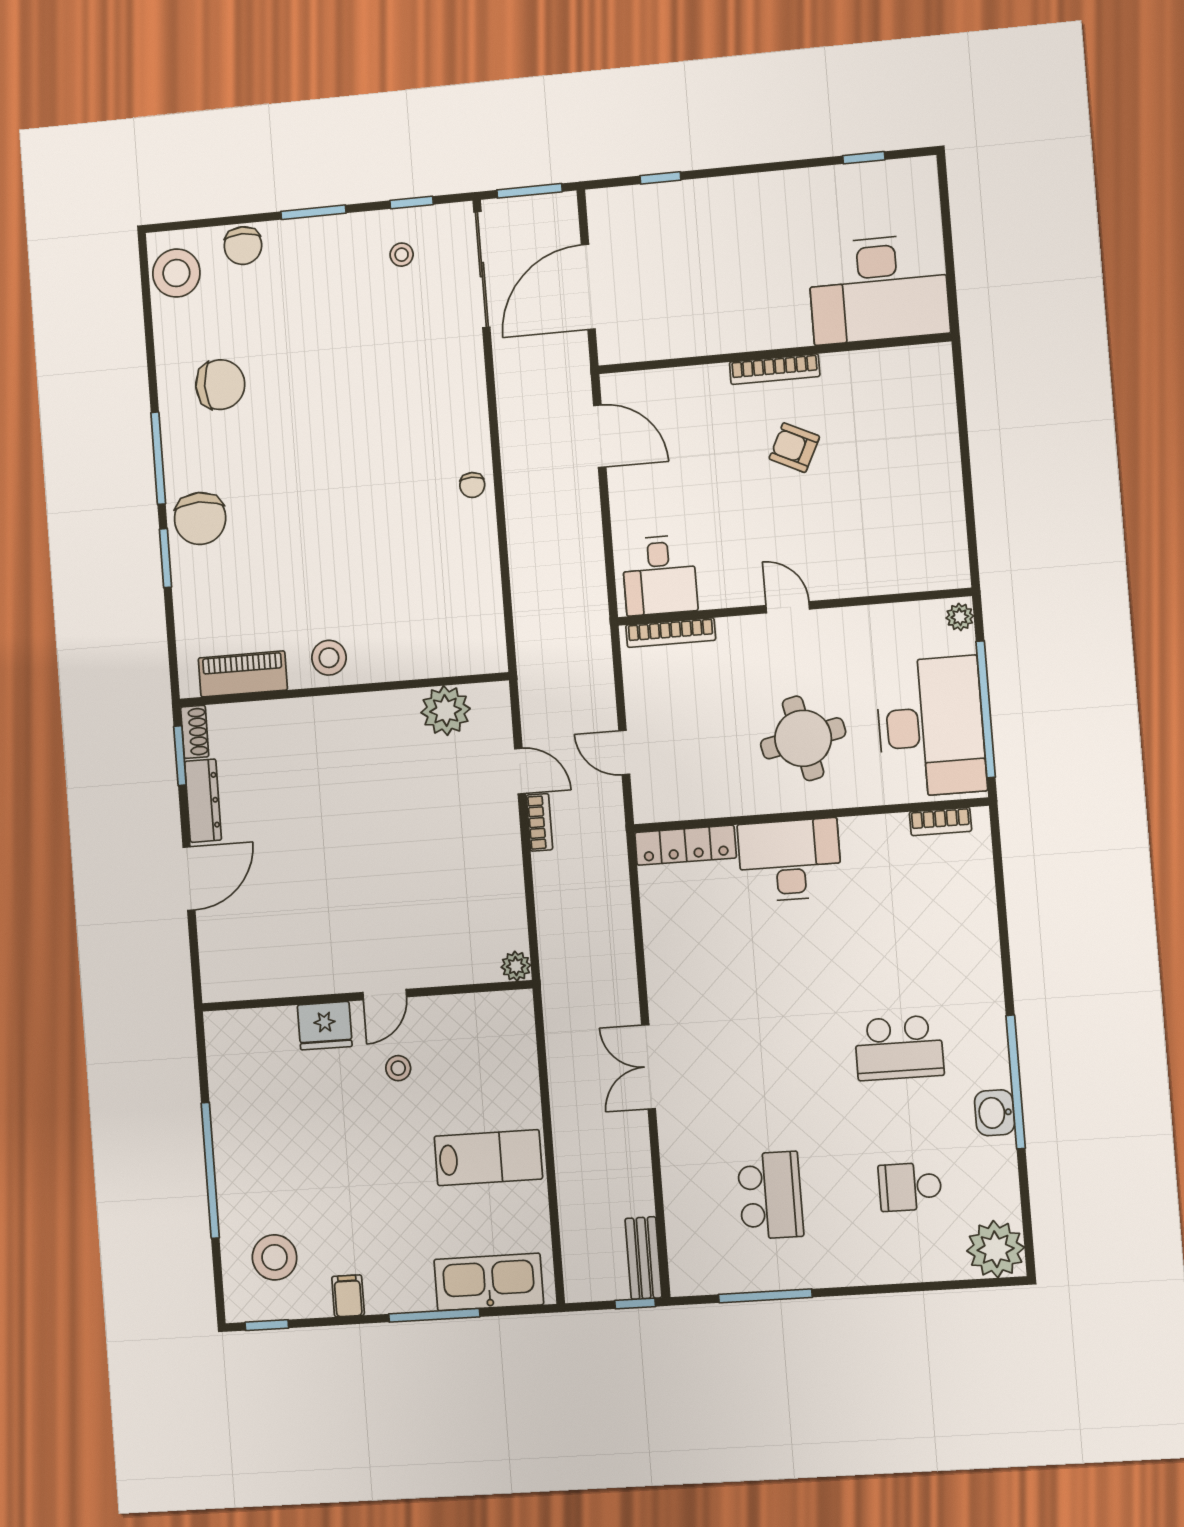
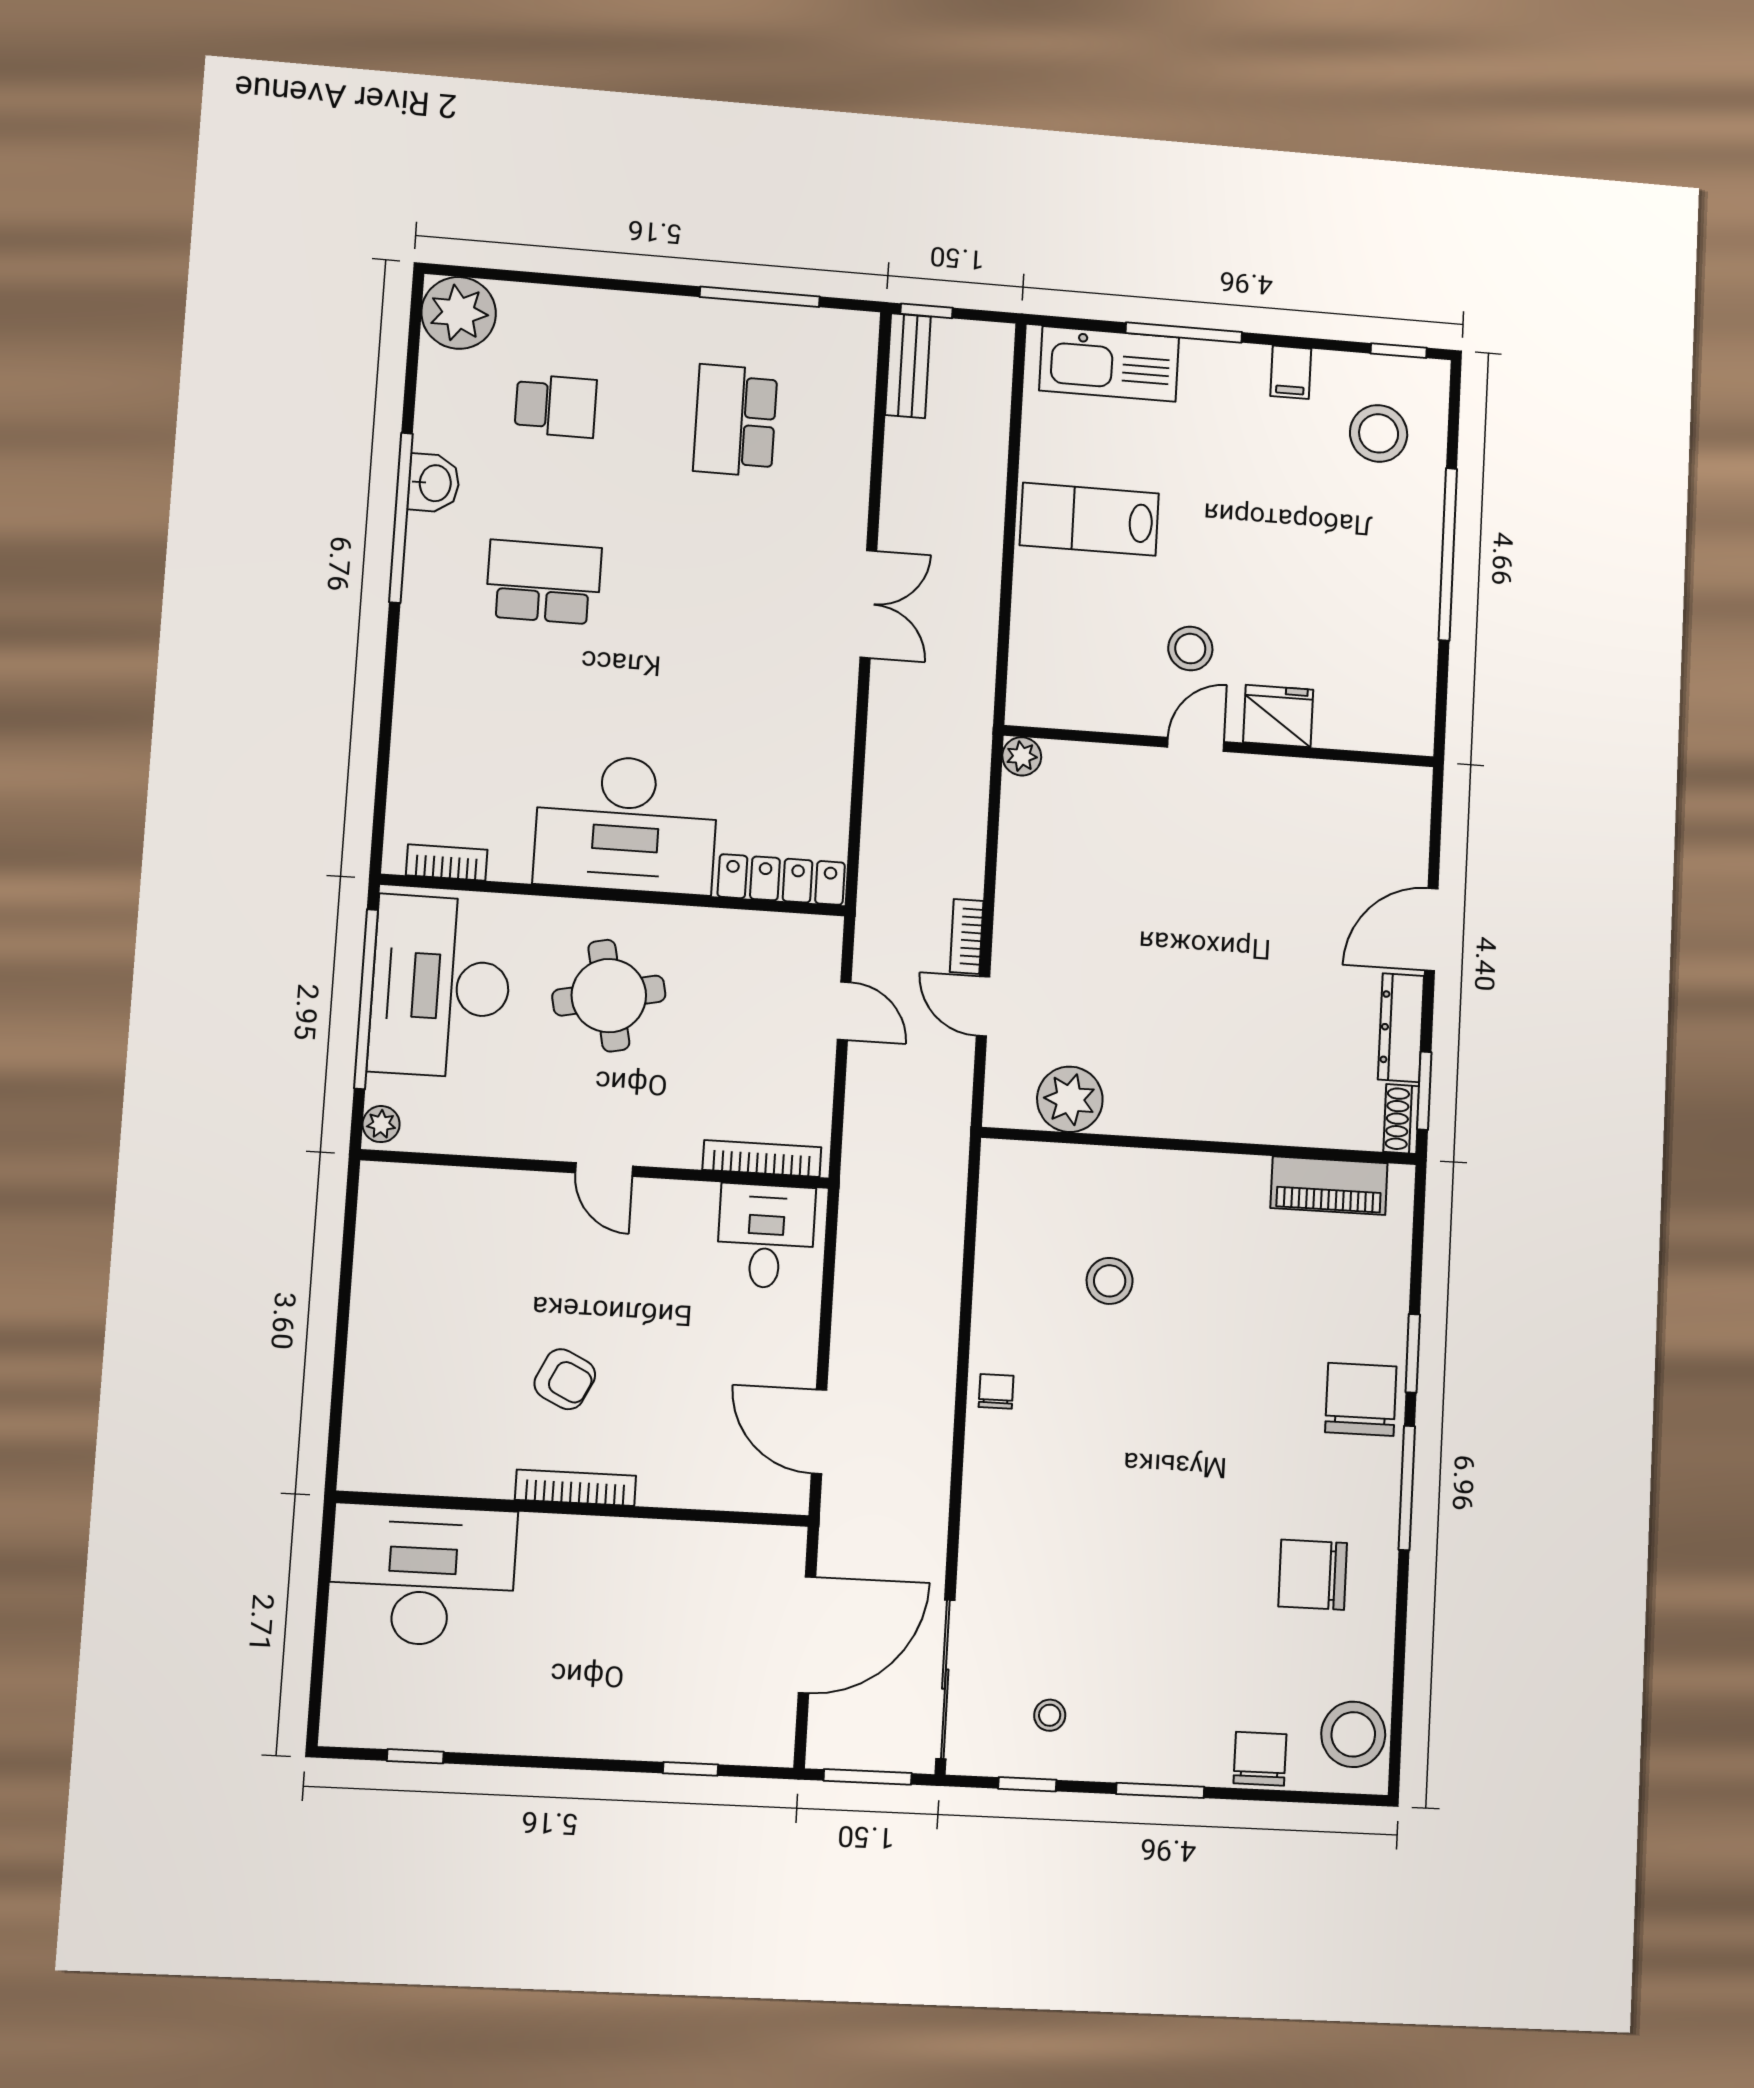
stool: (329, 658) -> (1110, 1281), moved
desk: (790, 860) -> (626, 824), width x1.36, depth x1.30
stool: (398, 1068) -> (1190, 649), width x1.37, depth x1.37

